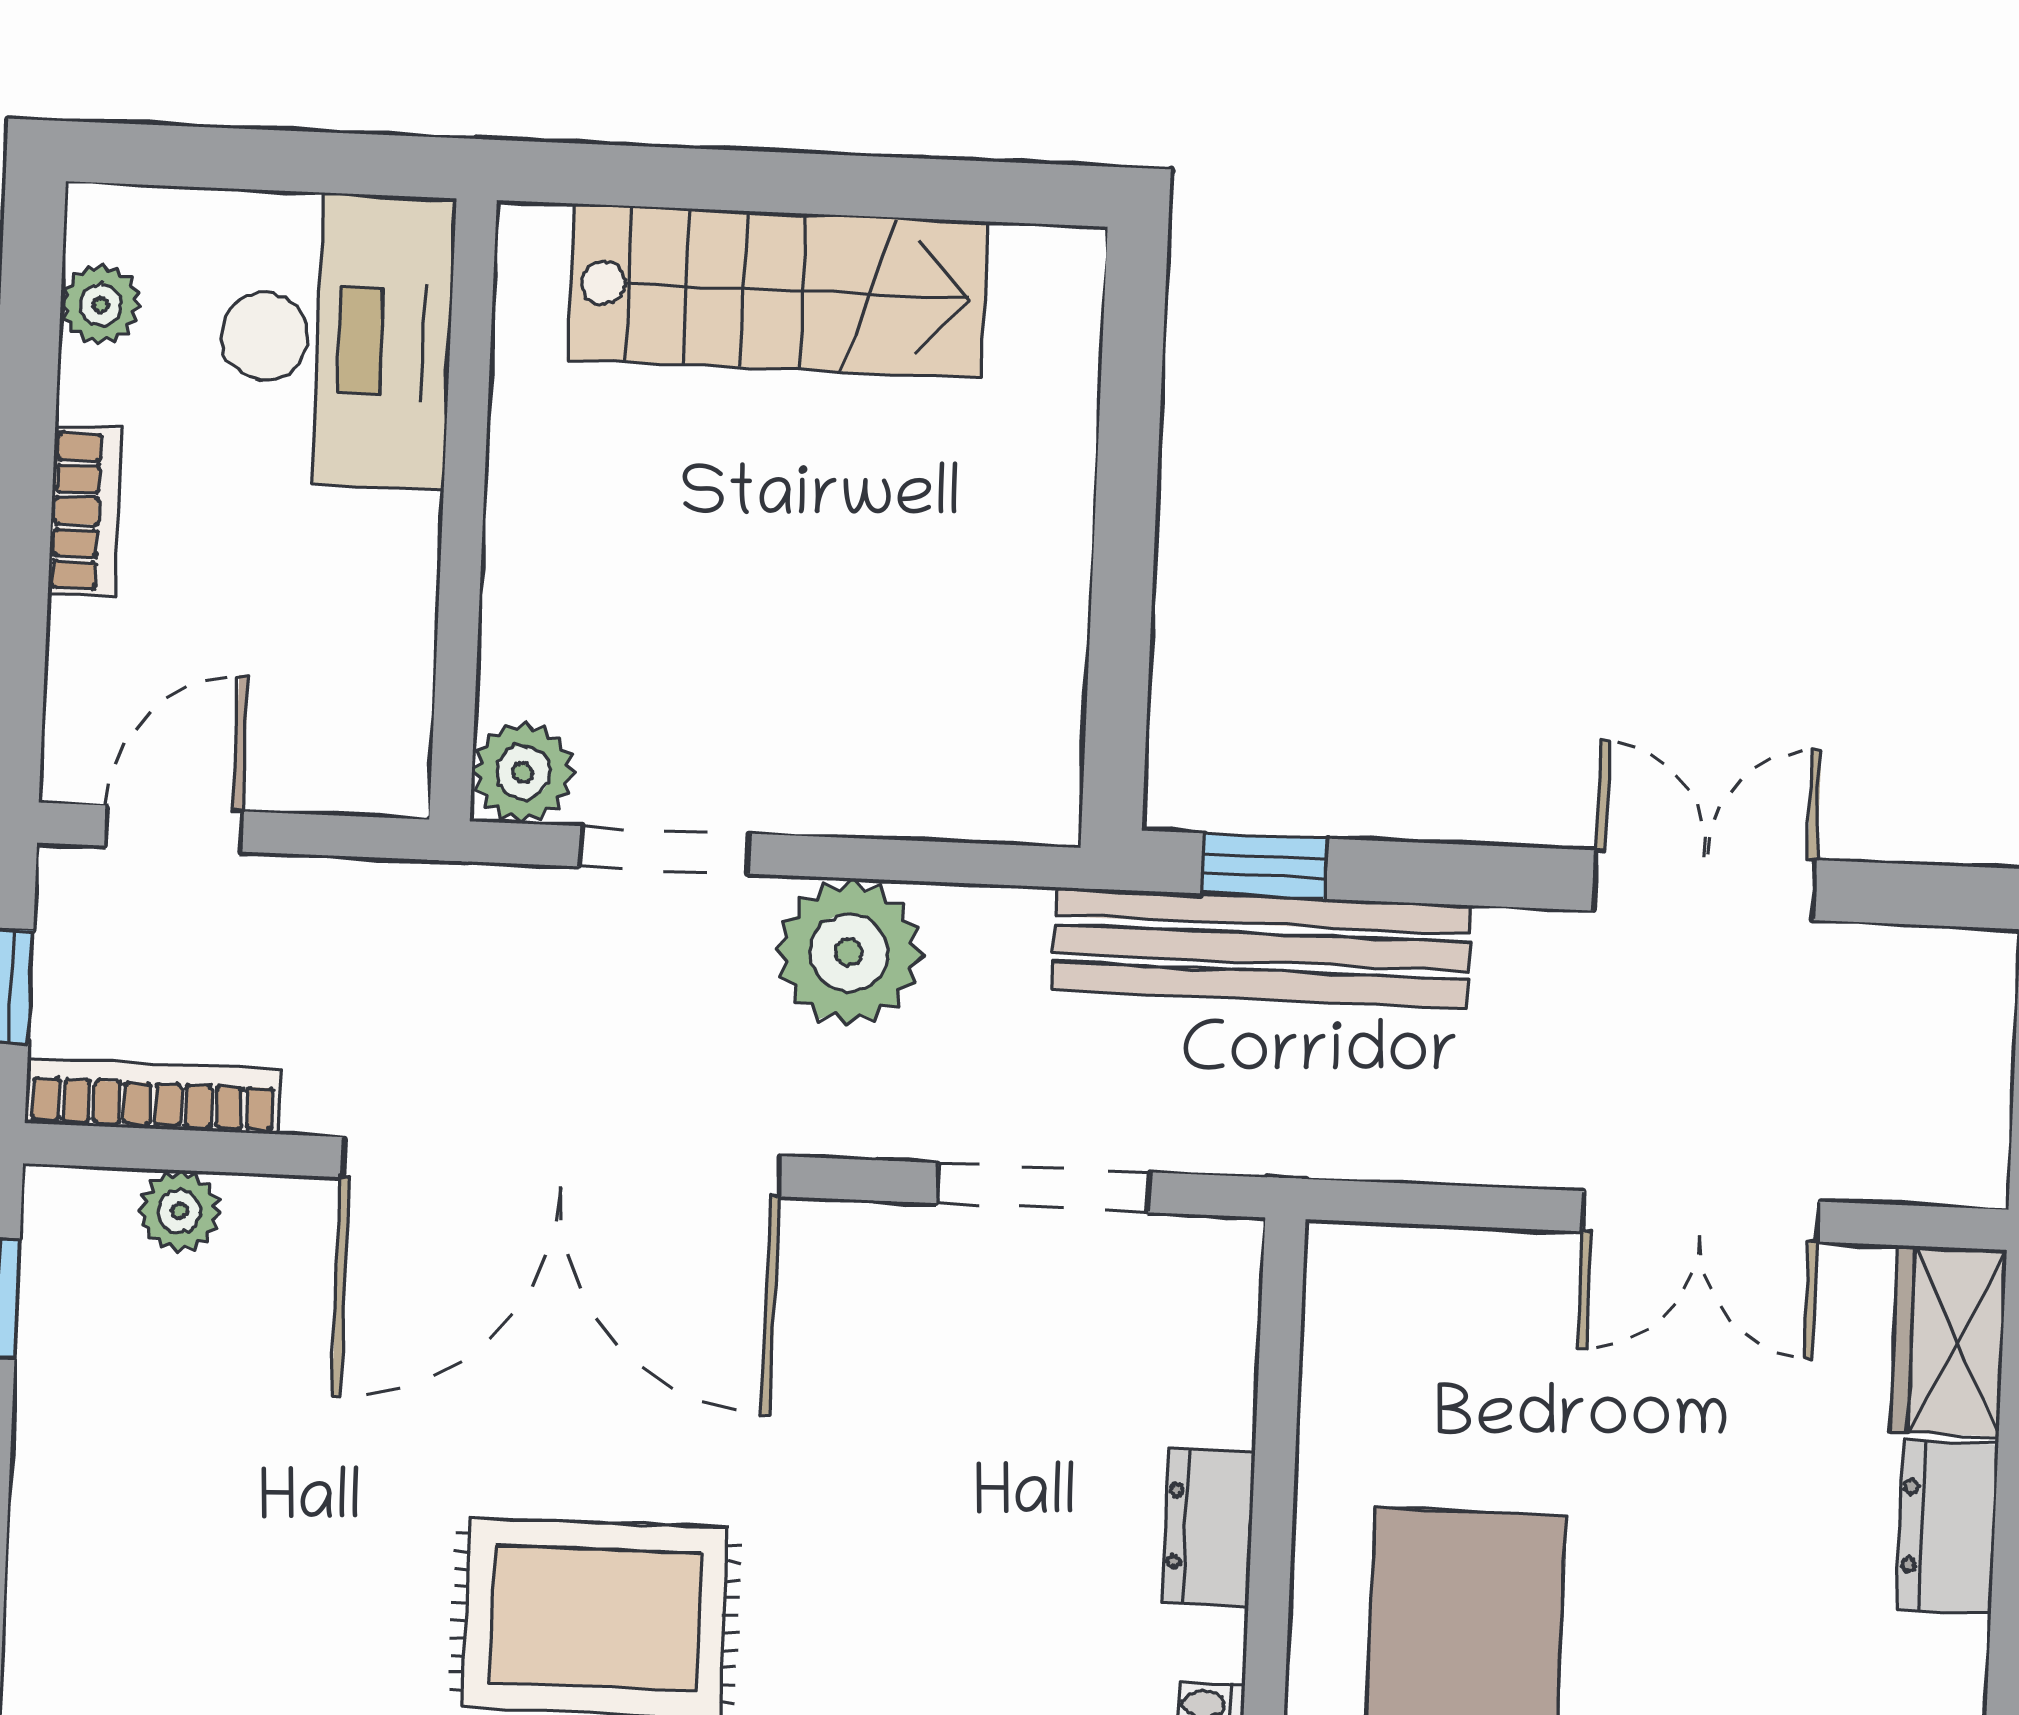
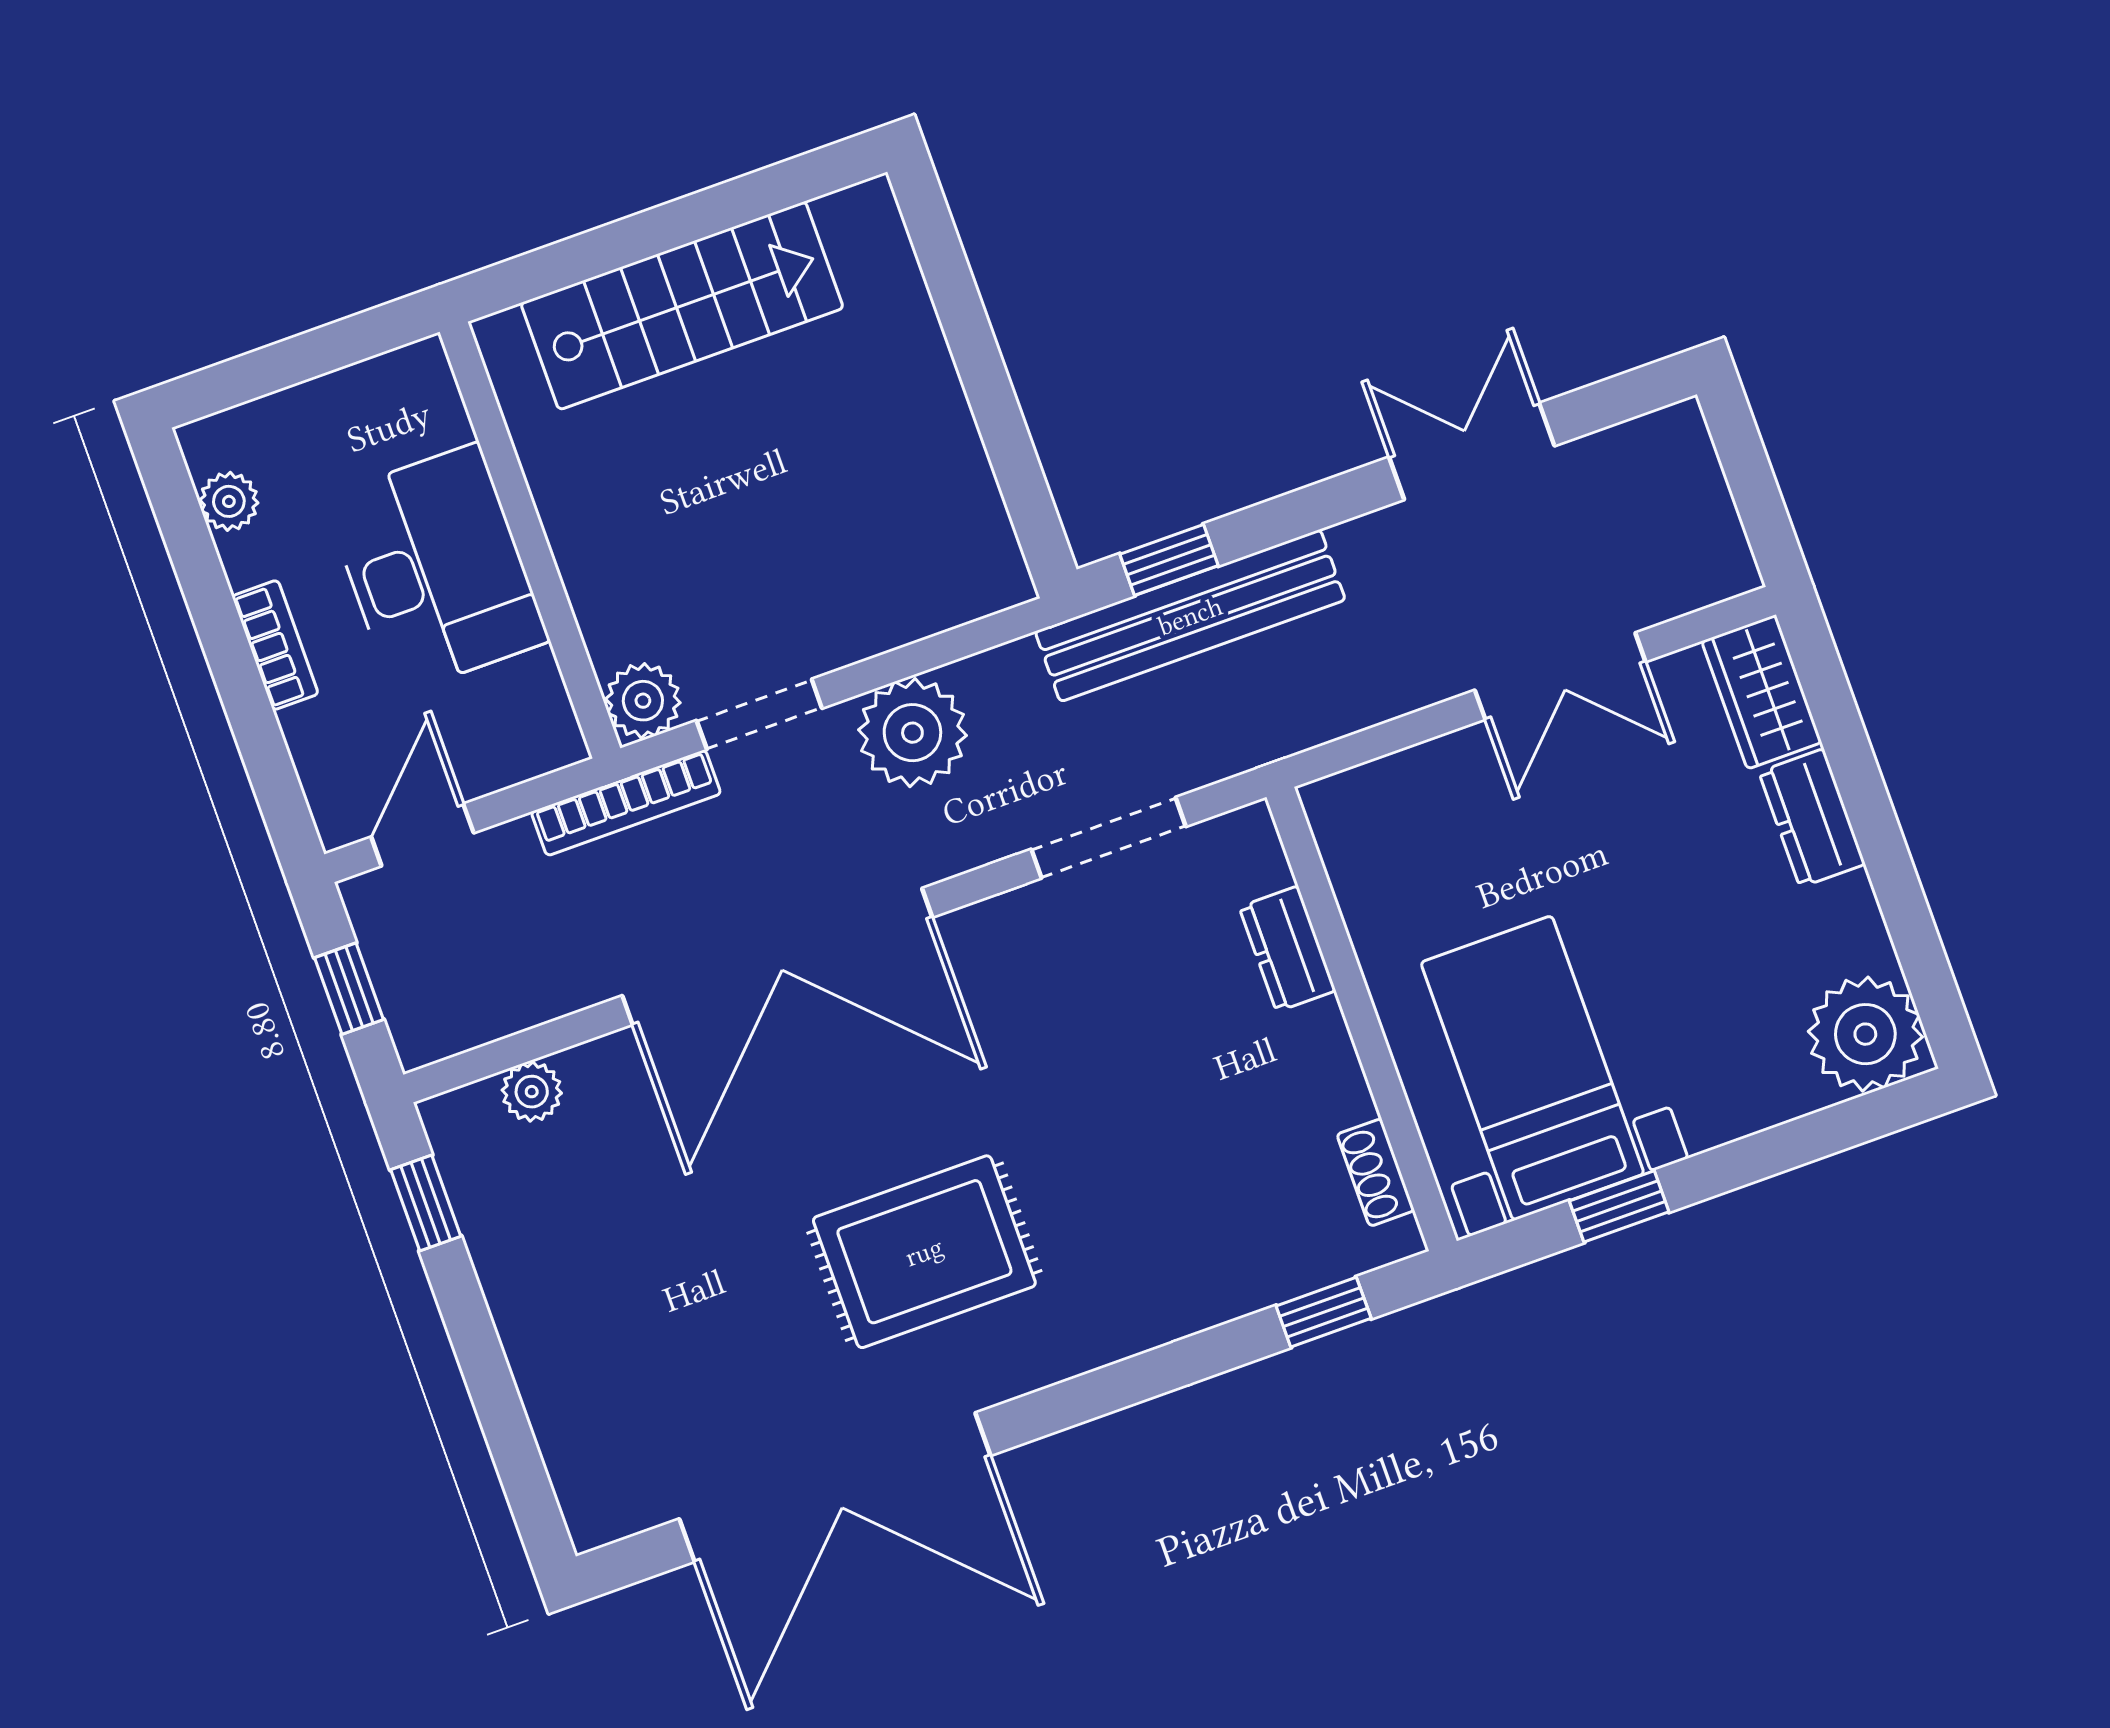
desk: (336, 339) -> (436, 569), moved
bookcase: (153, 1096) -> (626, 803), moved, turned 180
dresser: (1209, 1527) -> (1287, 949), moved

